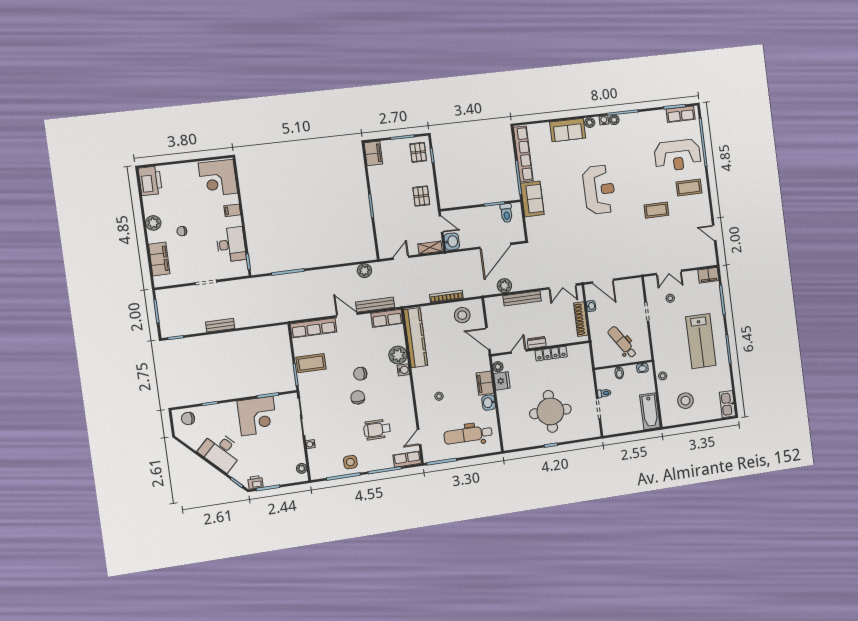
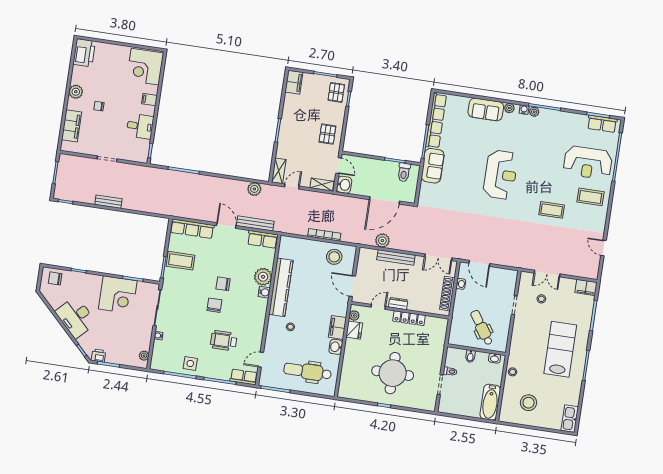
desk: (231, 244) -> (140, 126), width x0.73
shelving: (383, 246) -> (279, 171), added
kitchen counter: (416, 338) -> (281, 287), moved
lab bench: (701, 341) -> (560, 349), turned 180

